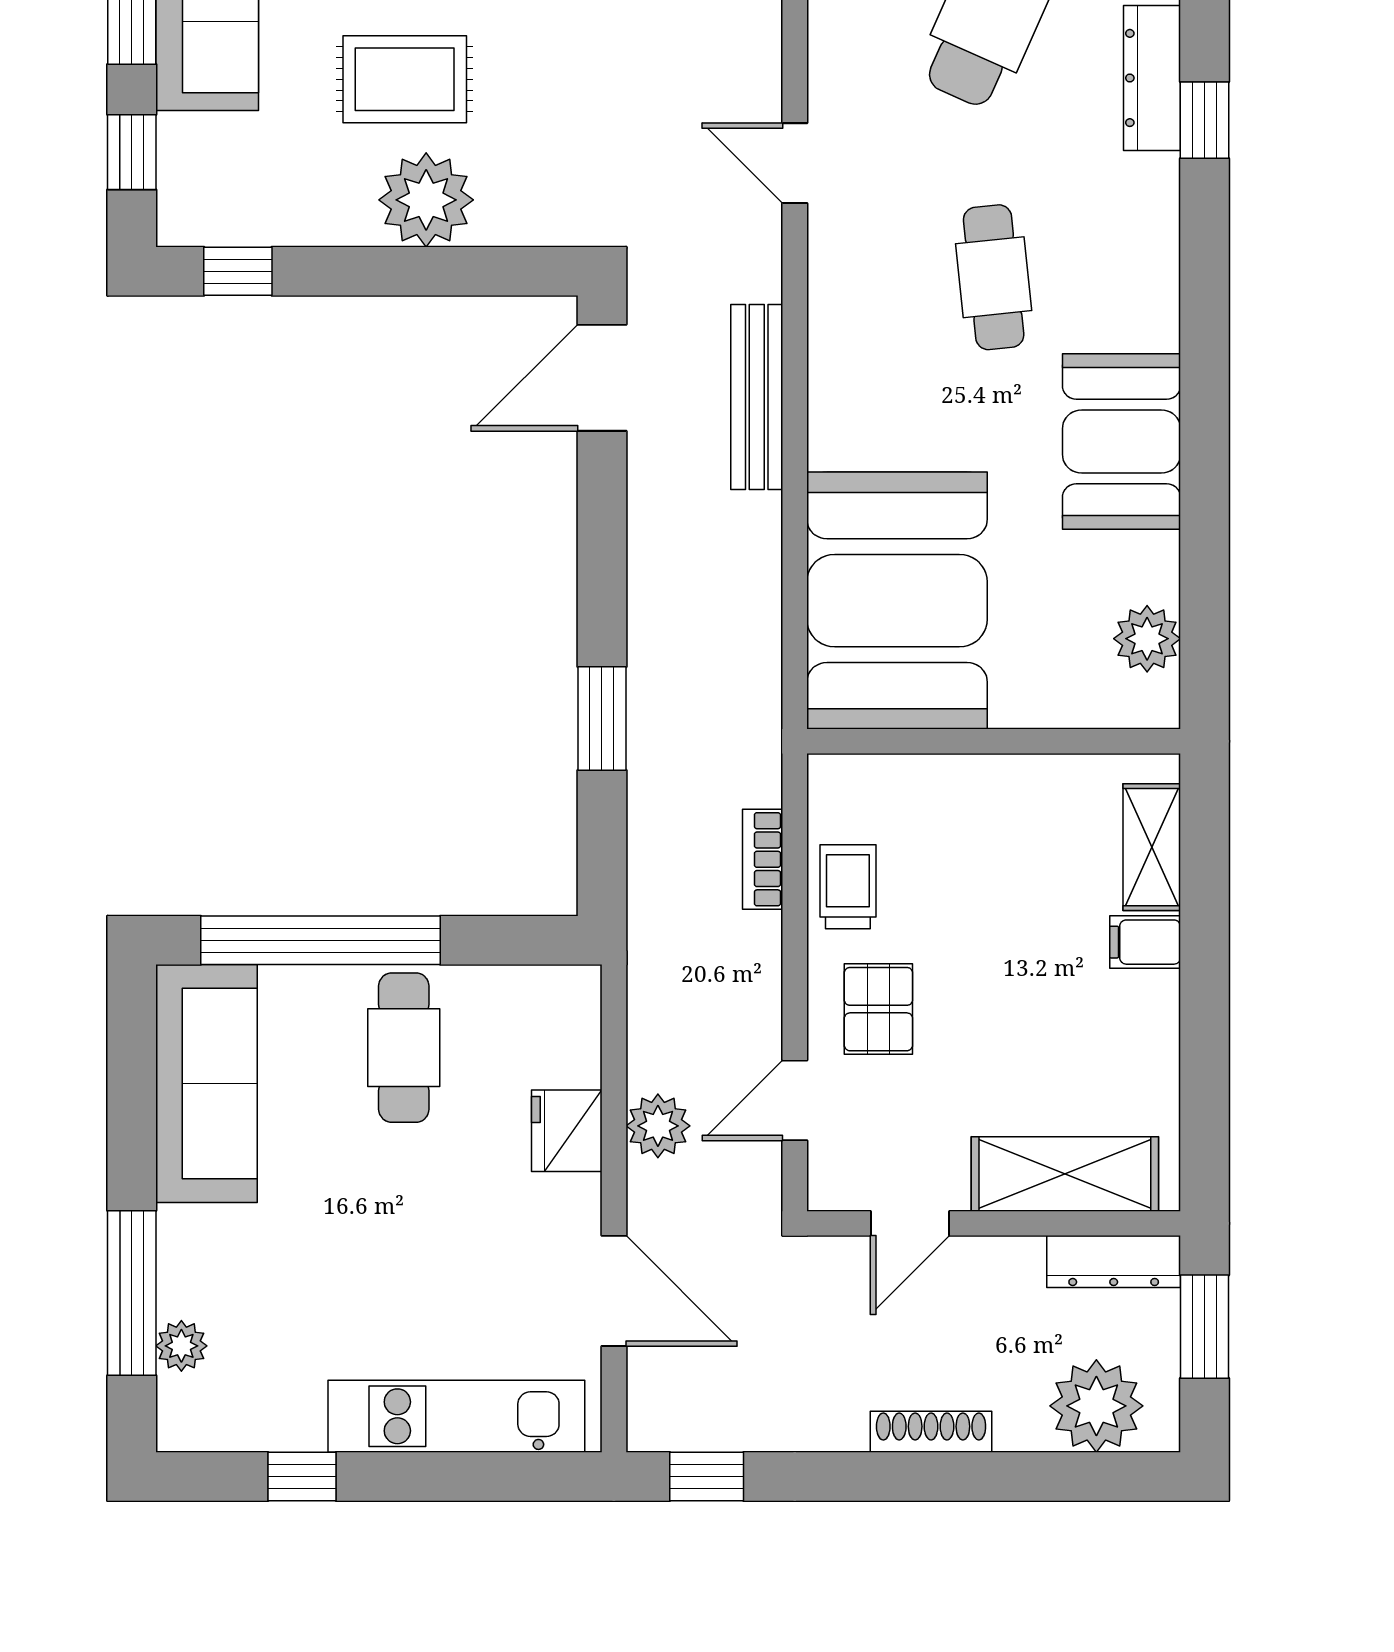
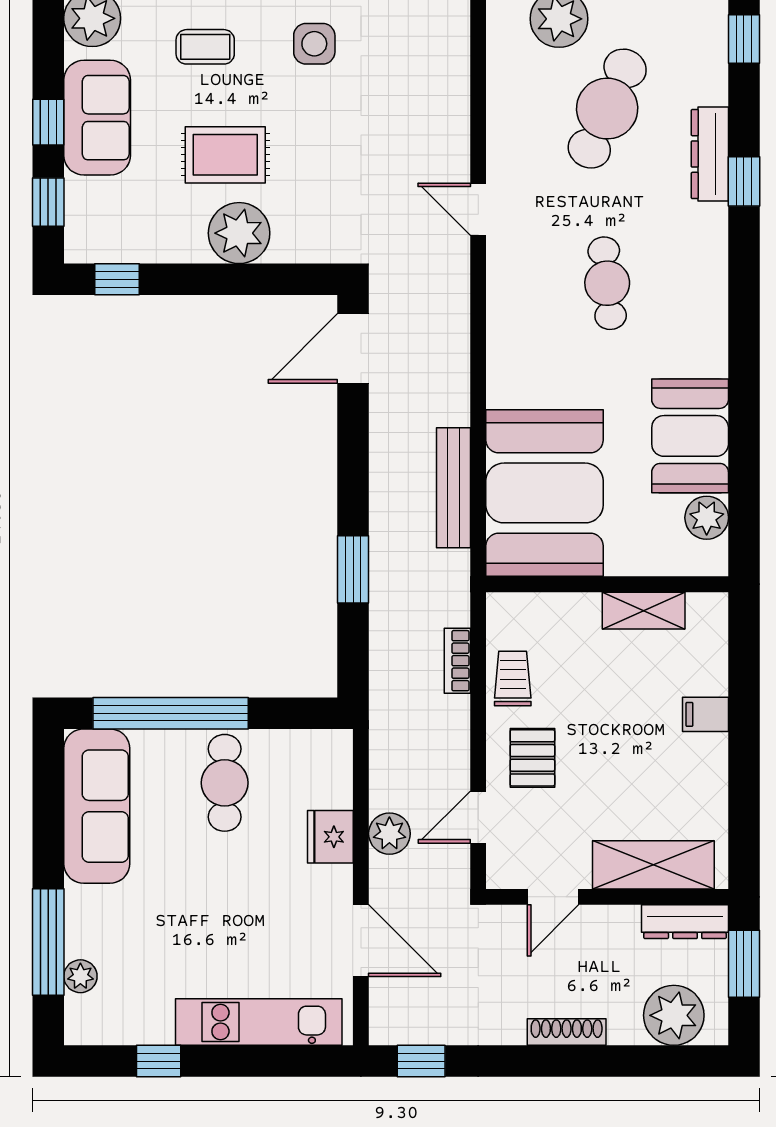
bench: (757, 397) -> (454, 488), moved
booth: (1121, 441) -> (690, 436), moved
shelving: (1152, 847) -> (644, 611), moved, turned 90

